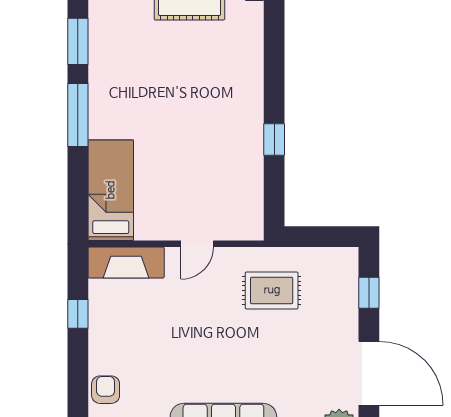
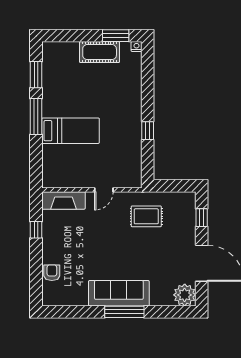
bed: (111, 190) -> (71, 131), moved, turned 90

